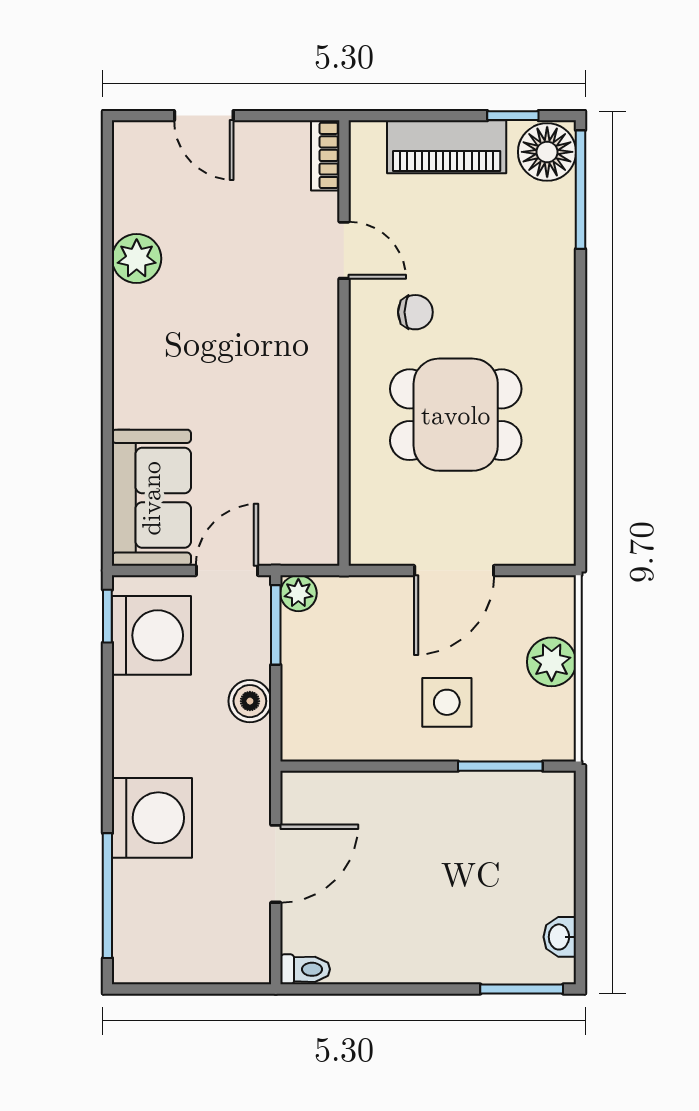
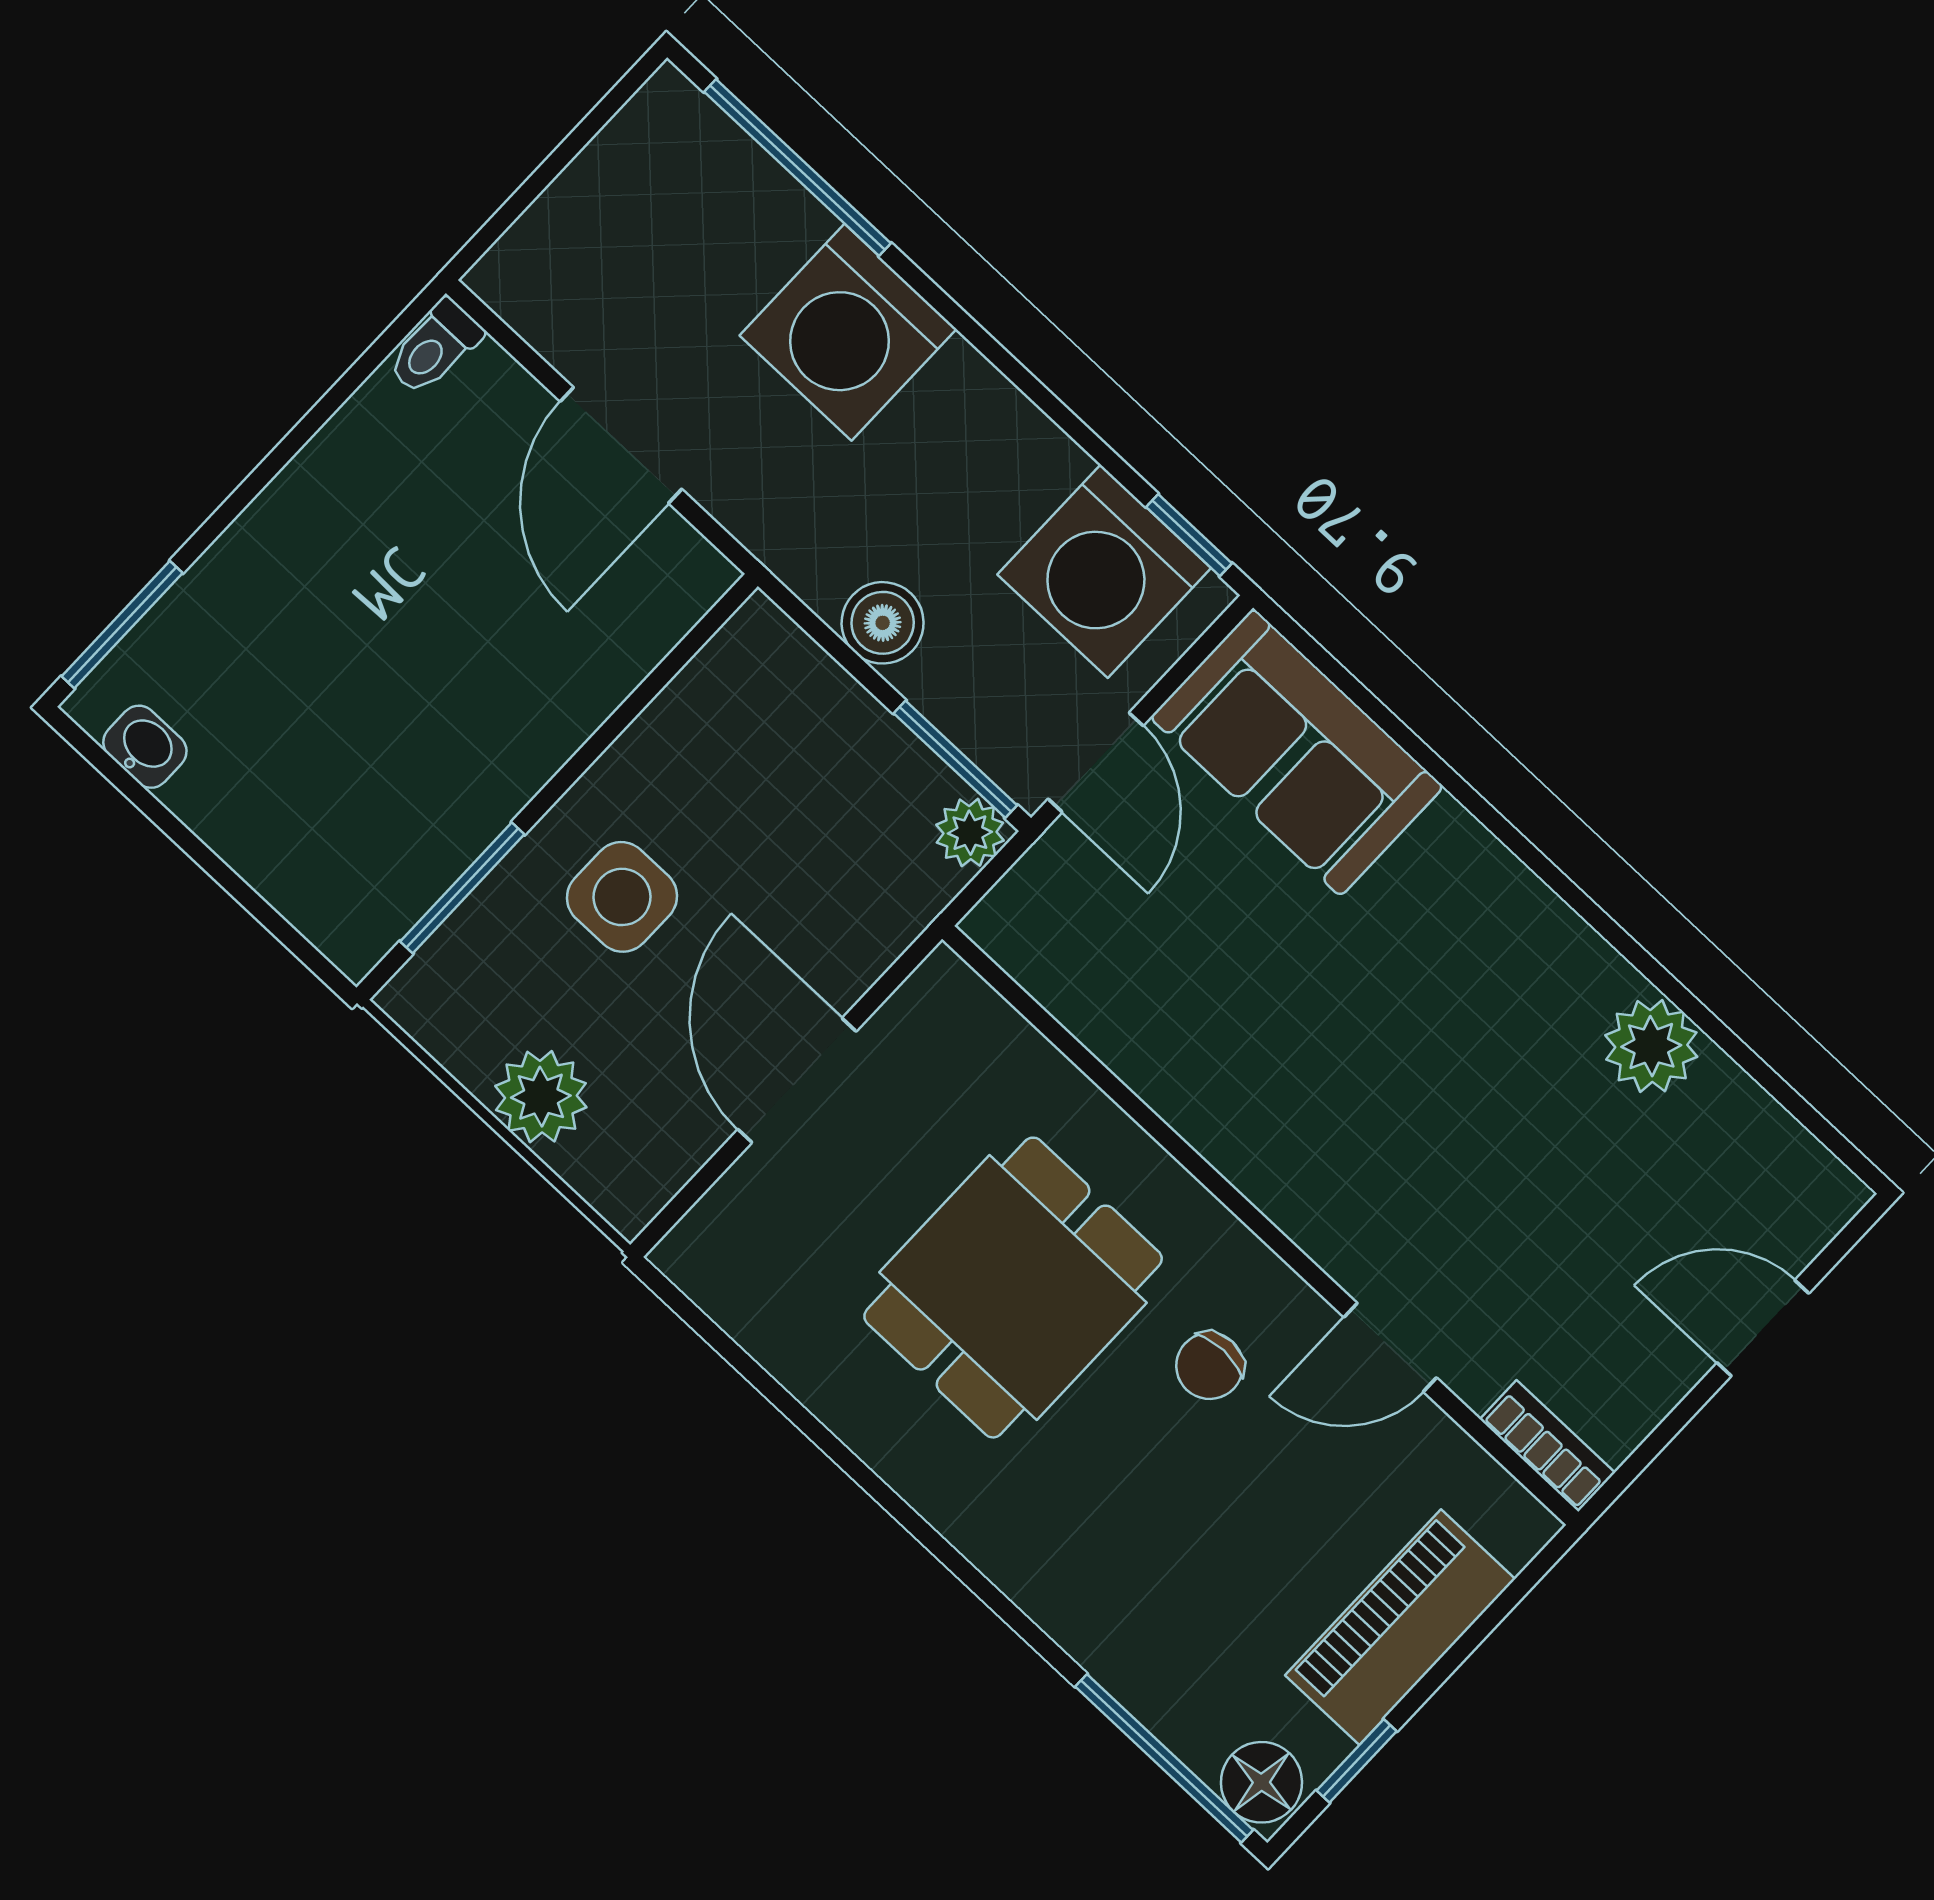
floor lamp: (547, 152) -> (1261, 1782), width x0.73, depth x0.73

